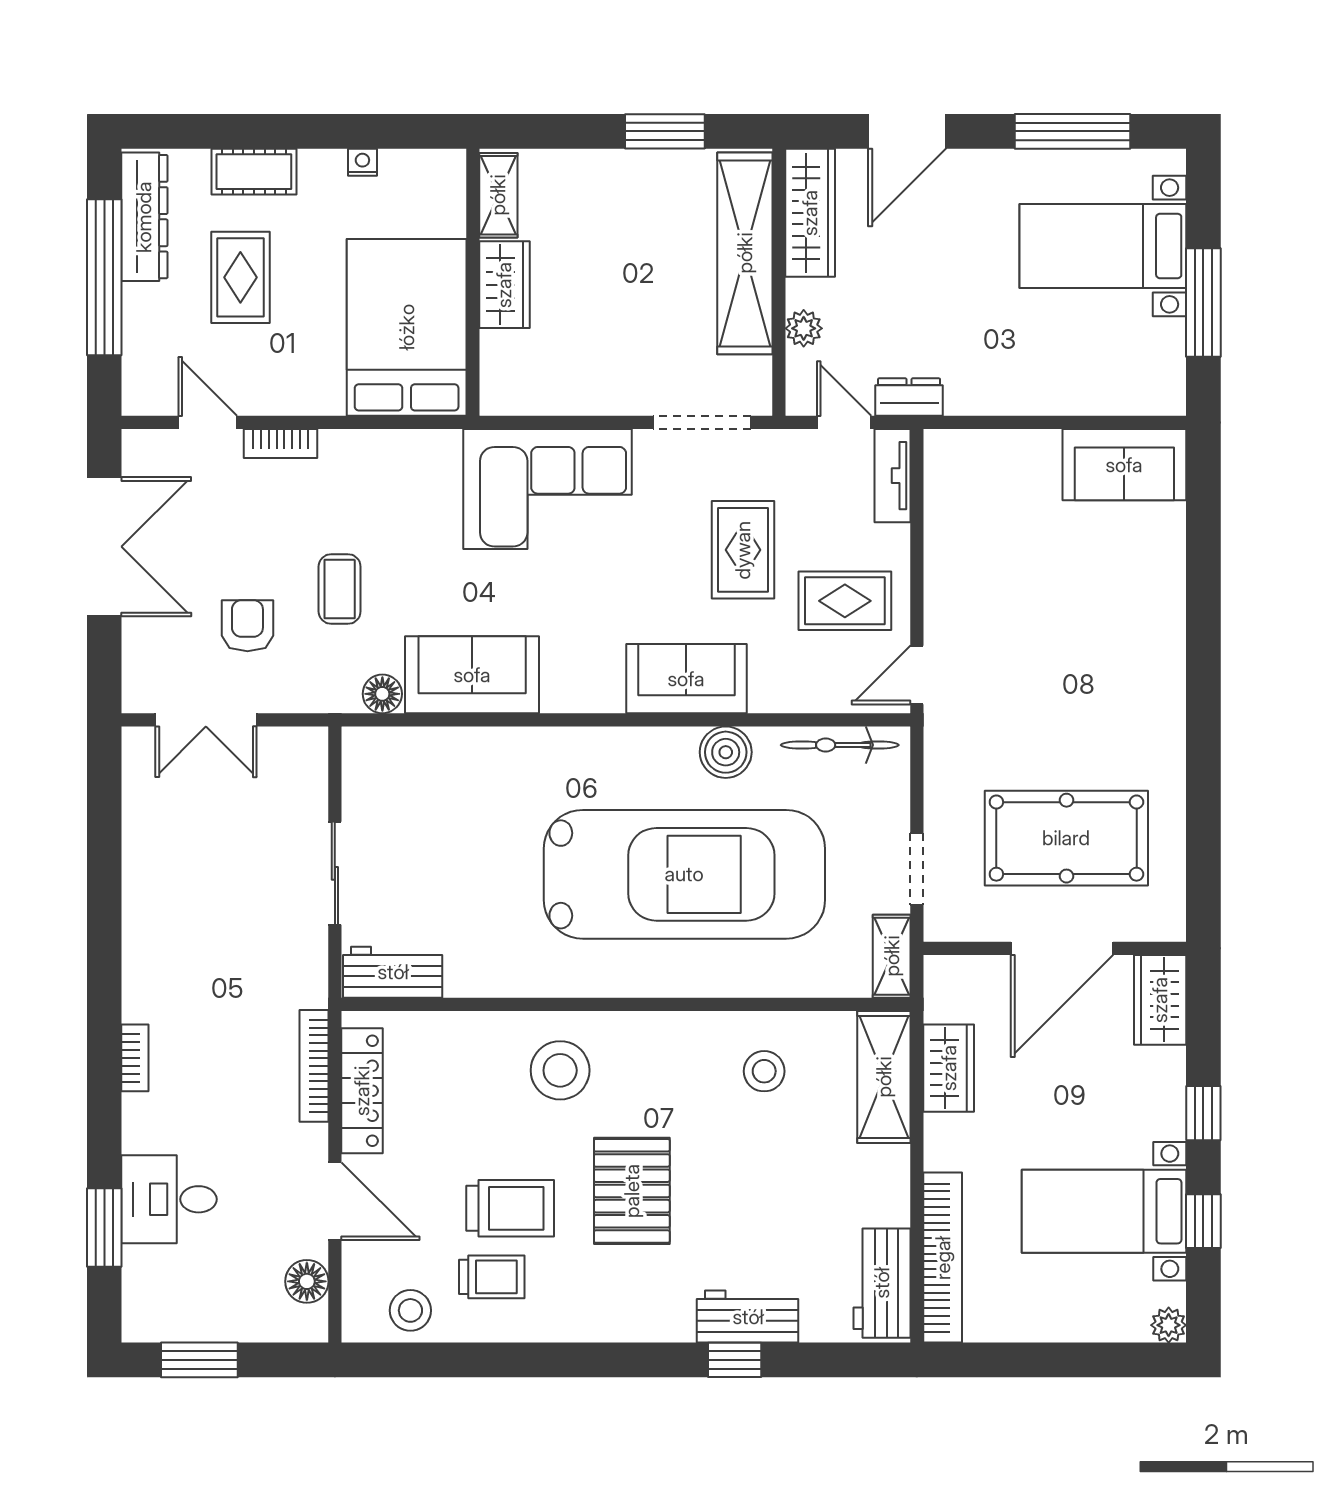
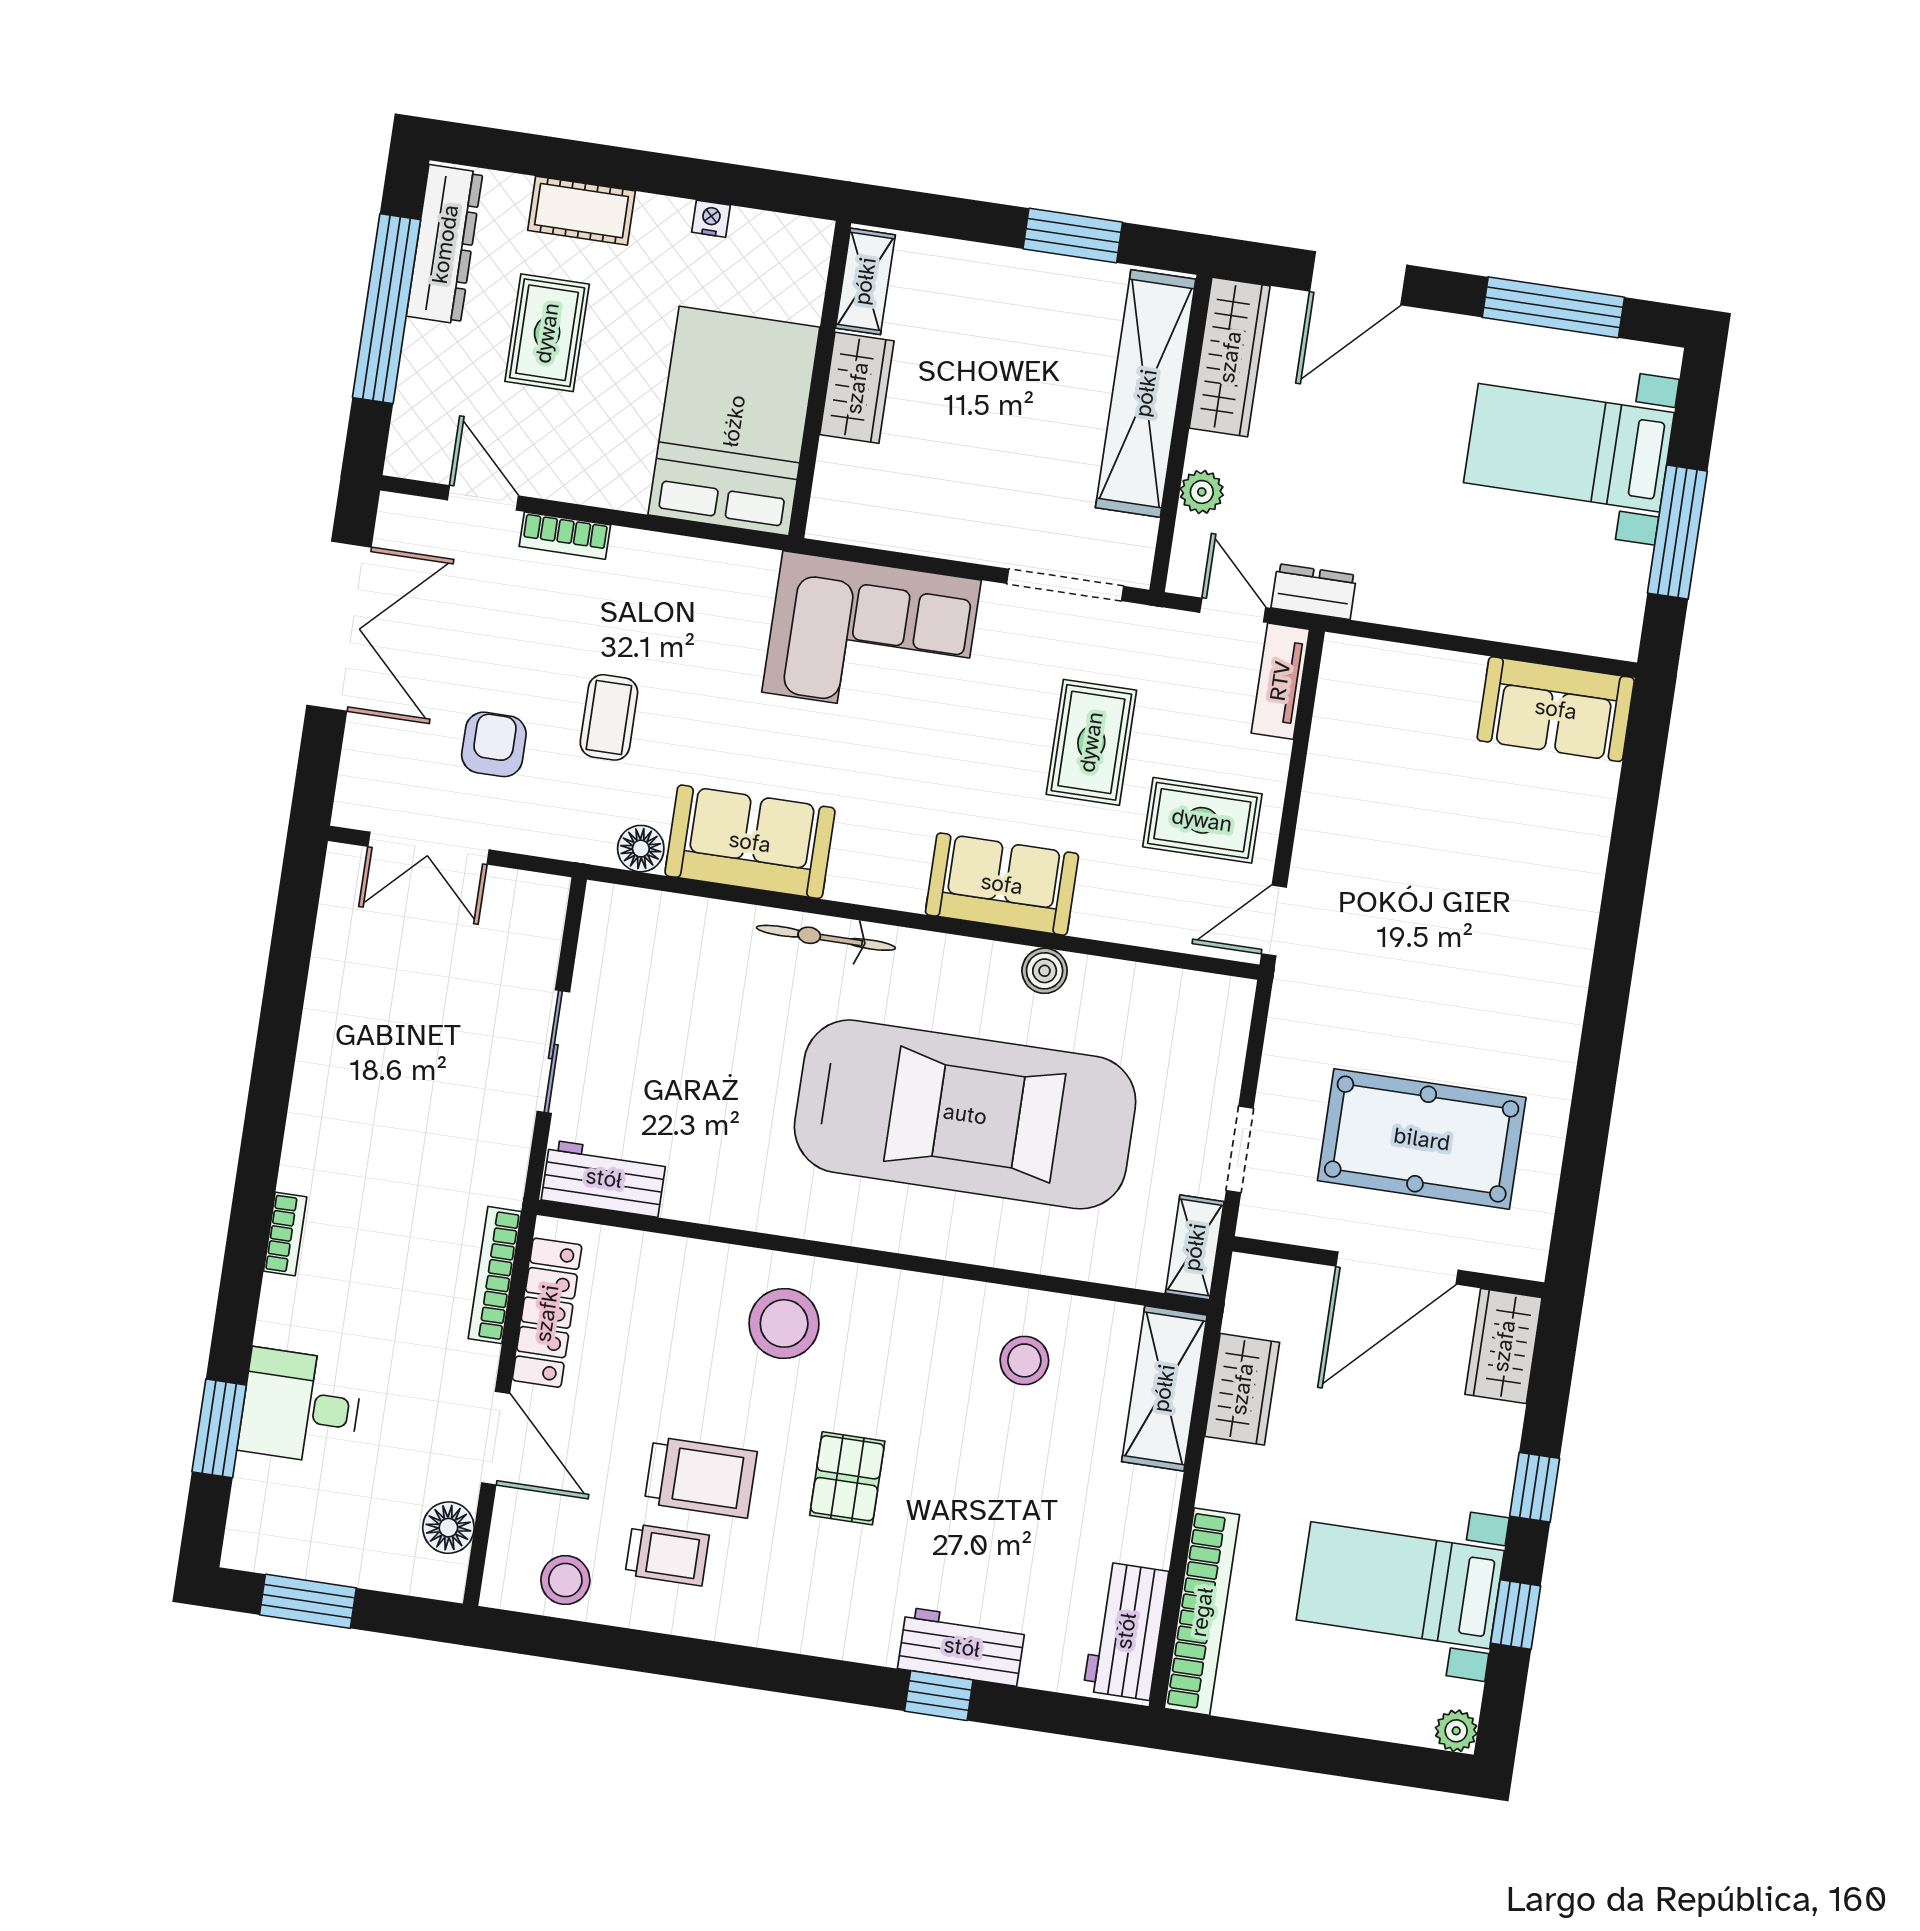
bicycle: (840, 745) -> (826, 938), moved
boiler: (726, 752) -> (1045, 971), width x0.73, depth x0.73
pallet: (632, 1191) -> (847, 1478), width x0.67, depth x0.71

